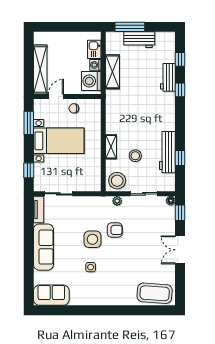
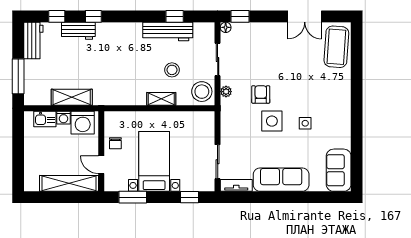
workbench: (139, 40) -> (33, 41), moved
double door: (180, 250) -> (305, 16), moved

